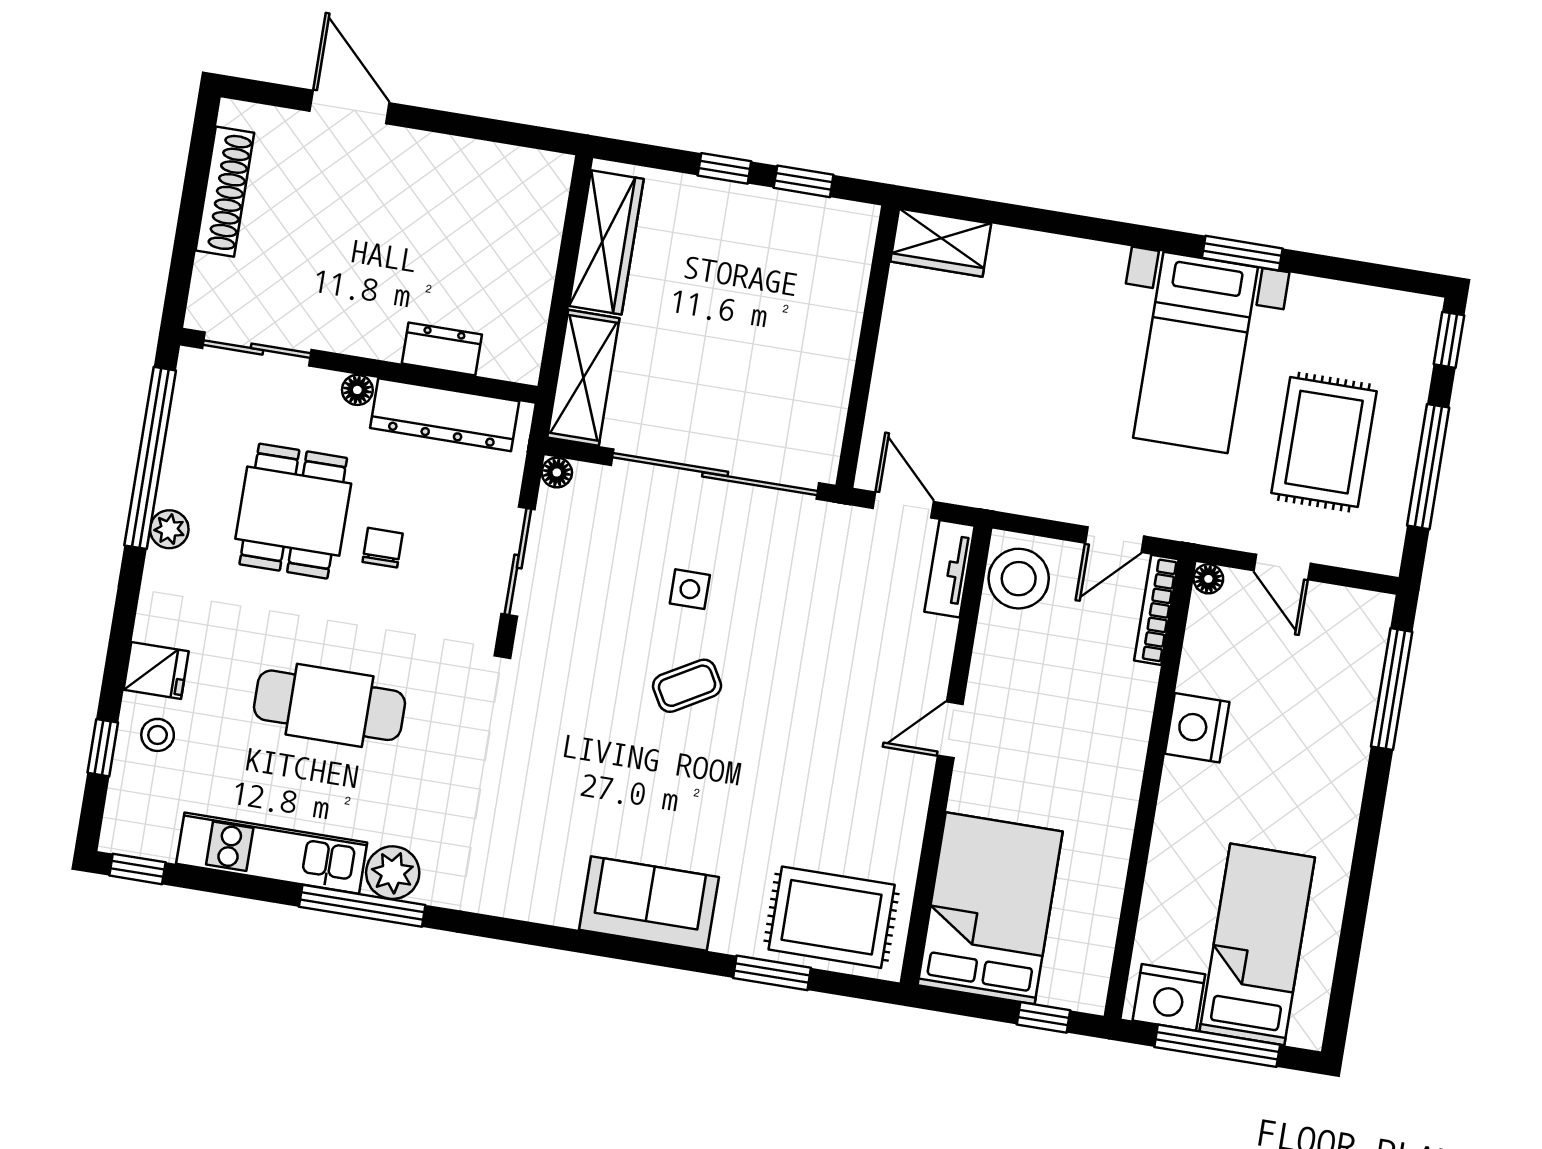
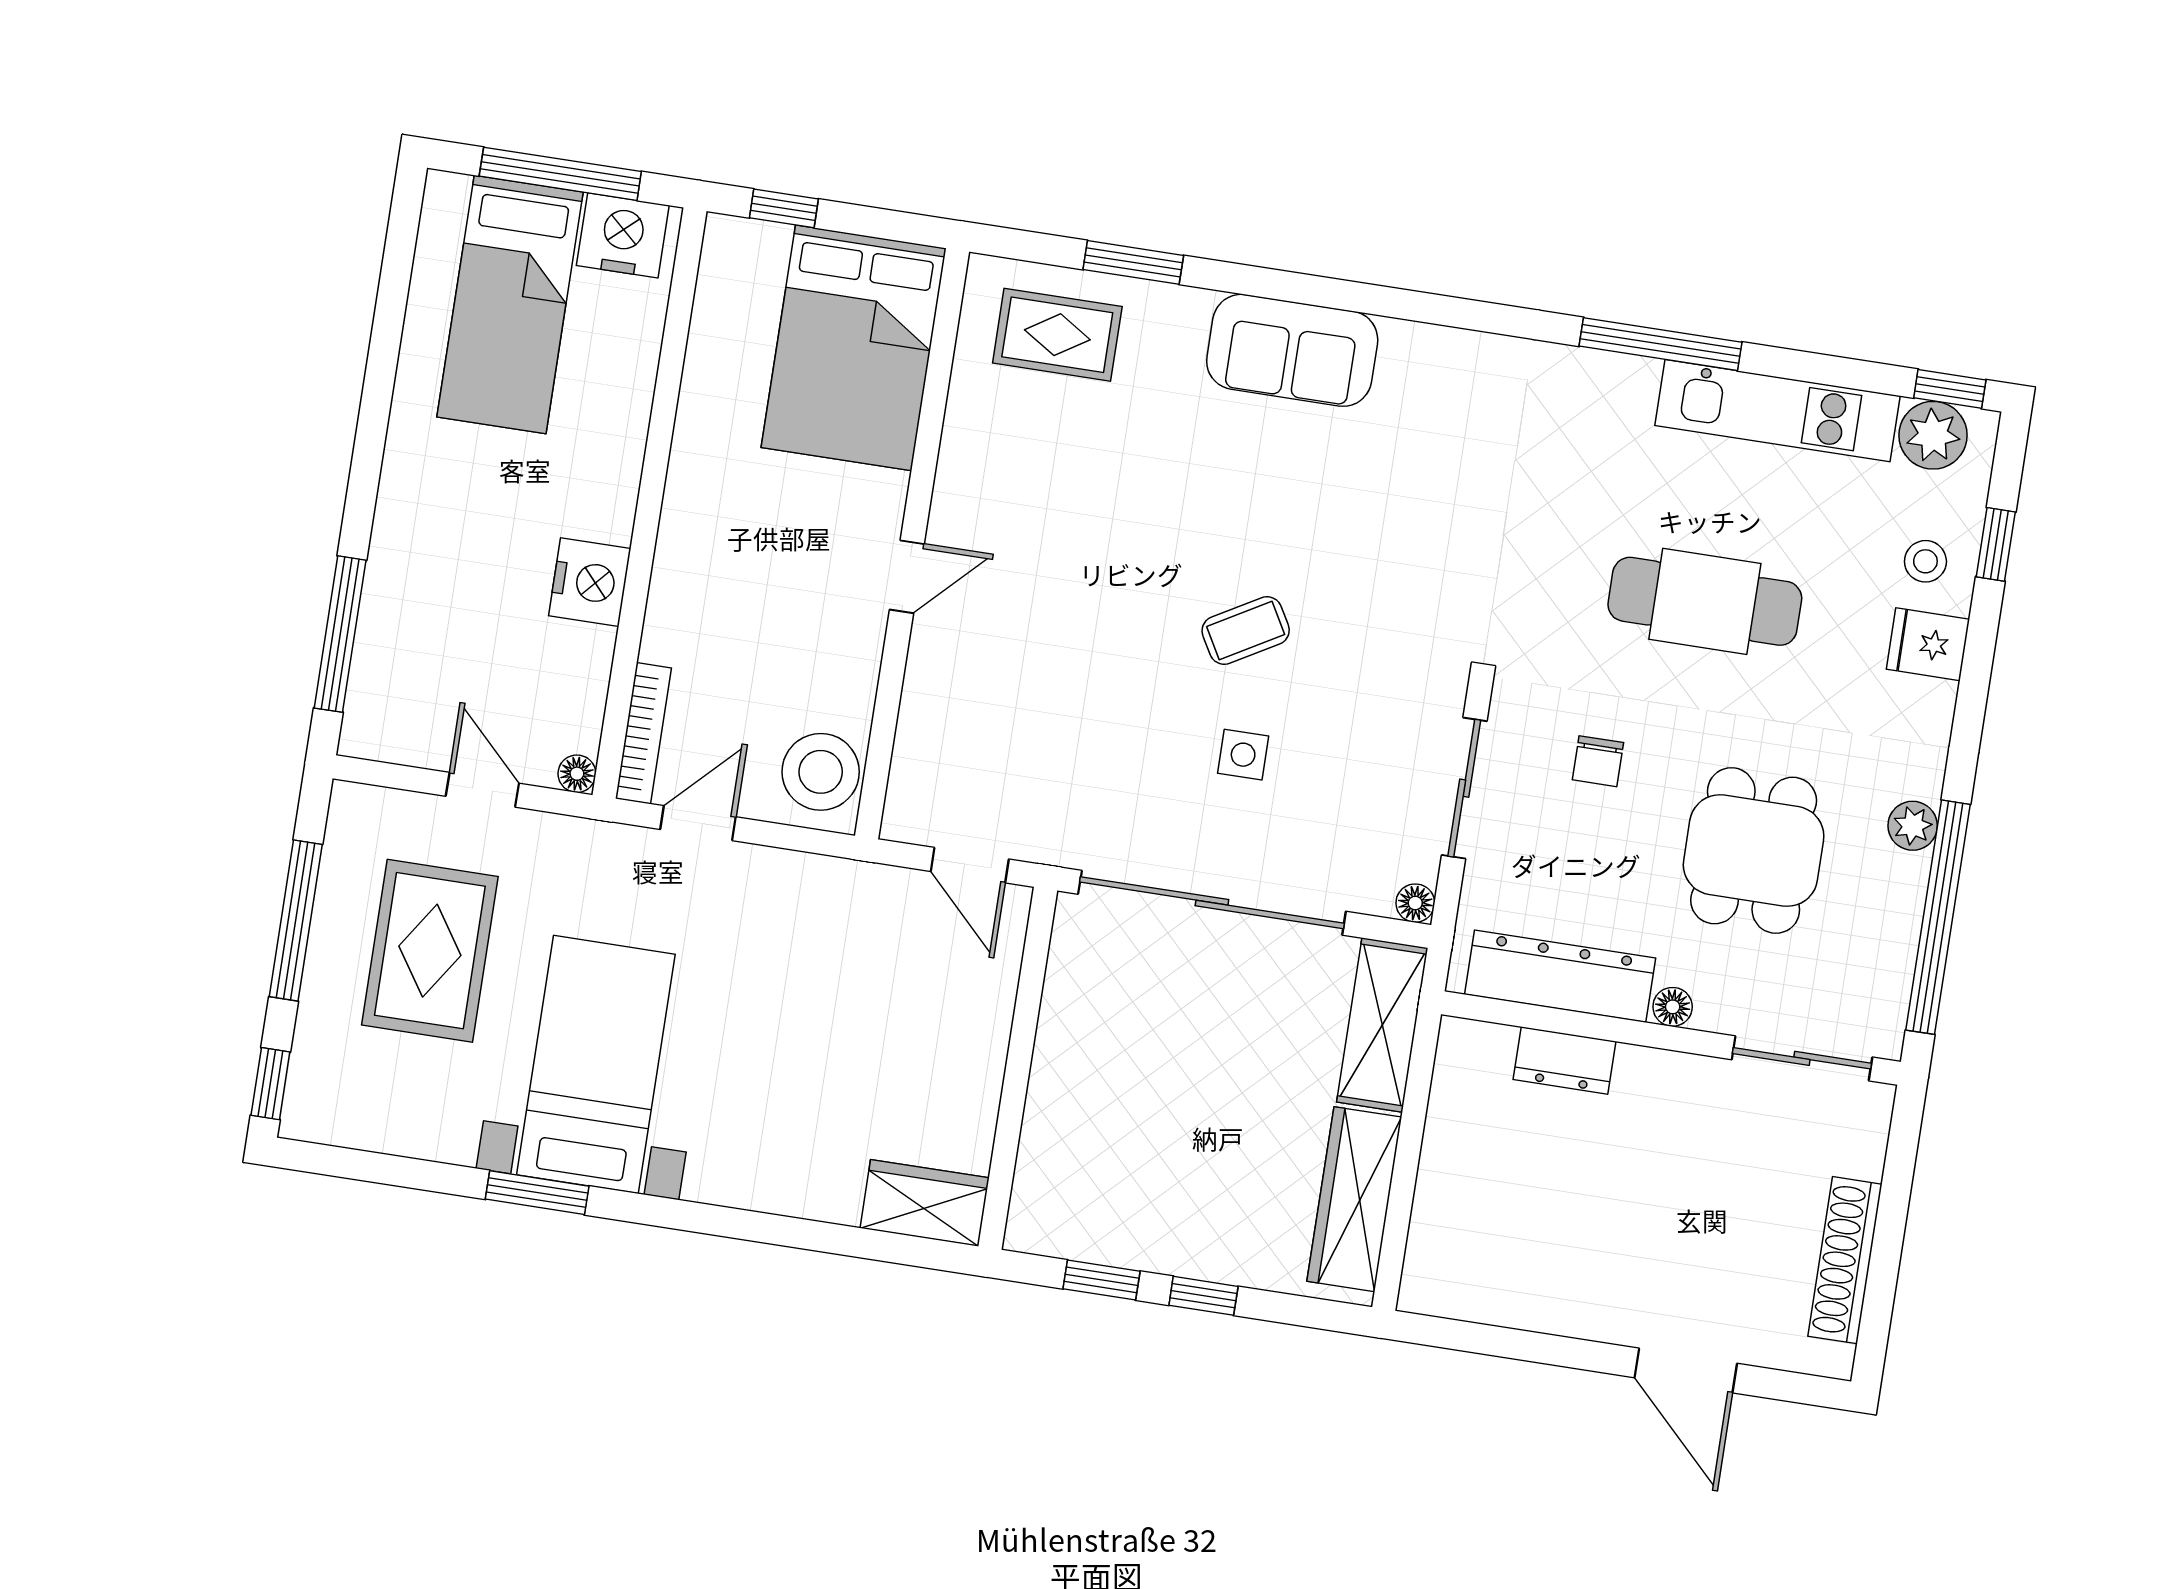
chair: (383, 548) -> (1598, 761), moved
tv unit: (950, 569) -> (910, 784), removed
plant: (393, 873) -> (1933, 435), moved
rug: (832, 917) -> (1057, 335), width x0.73, depth x0.70

